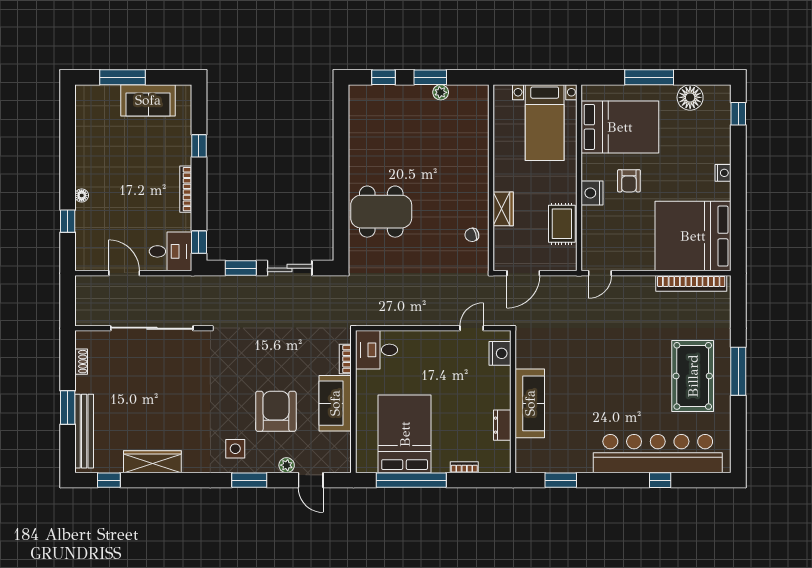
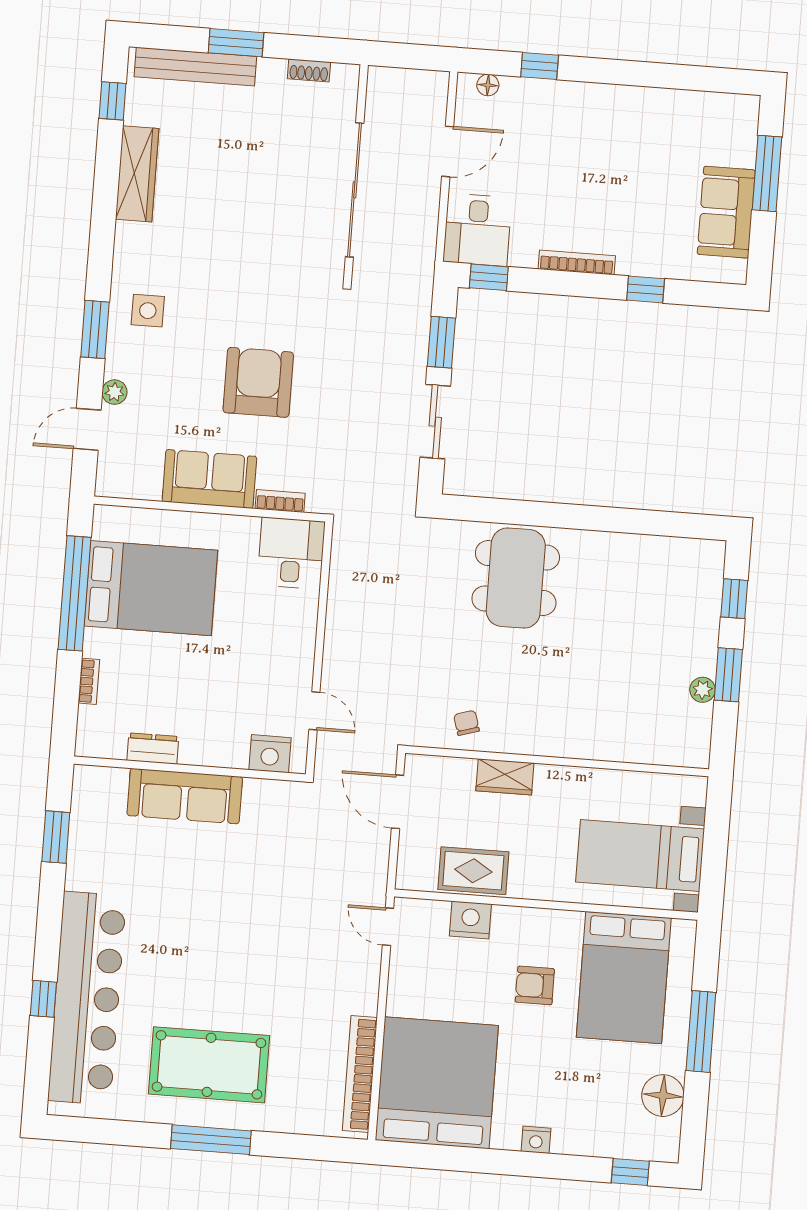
nightstand: (592, 193) -> (470, 920), moved
floor lamp: (82, 195) -> (488, 85), moved
armchair: (276, 411) -> (258, 382), moved, turned -90

